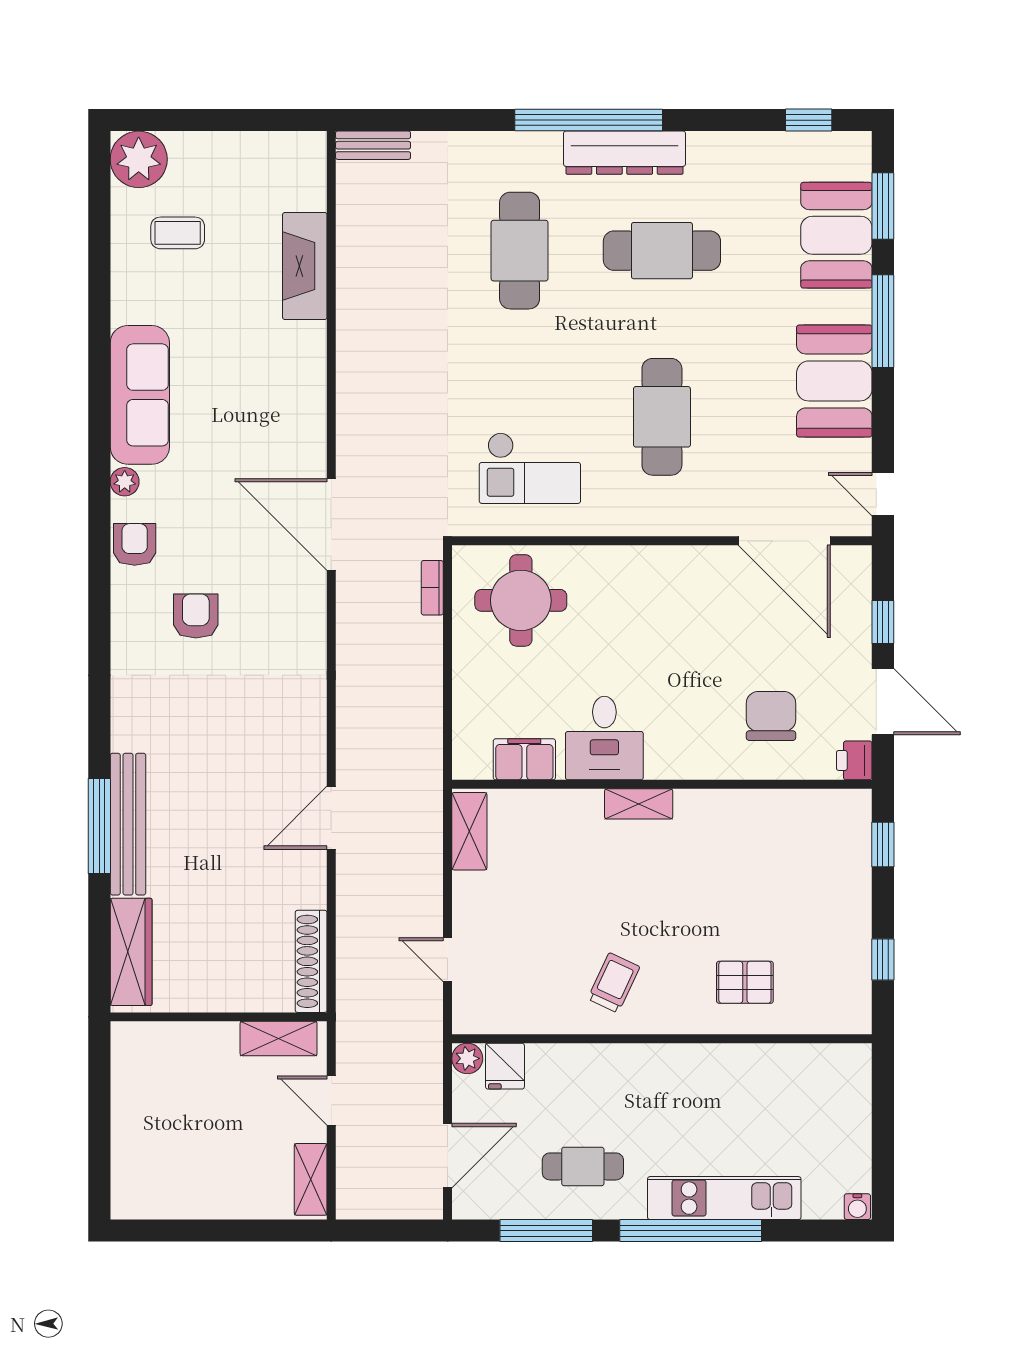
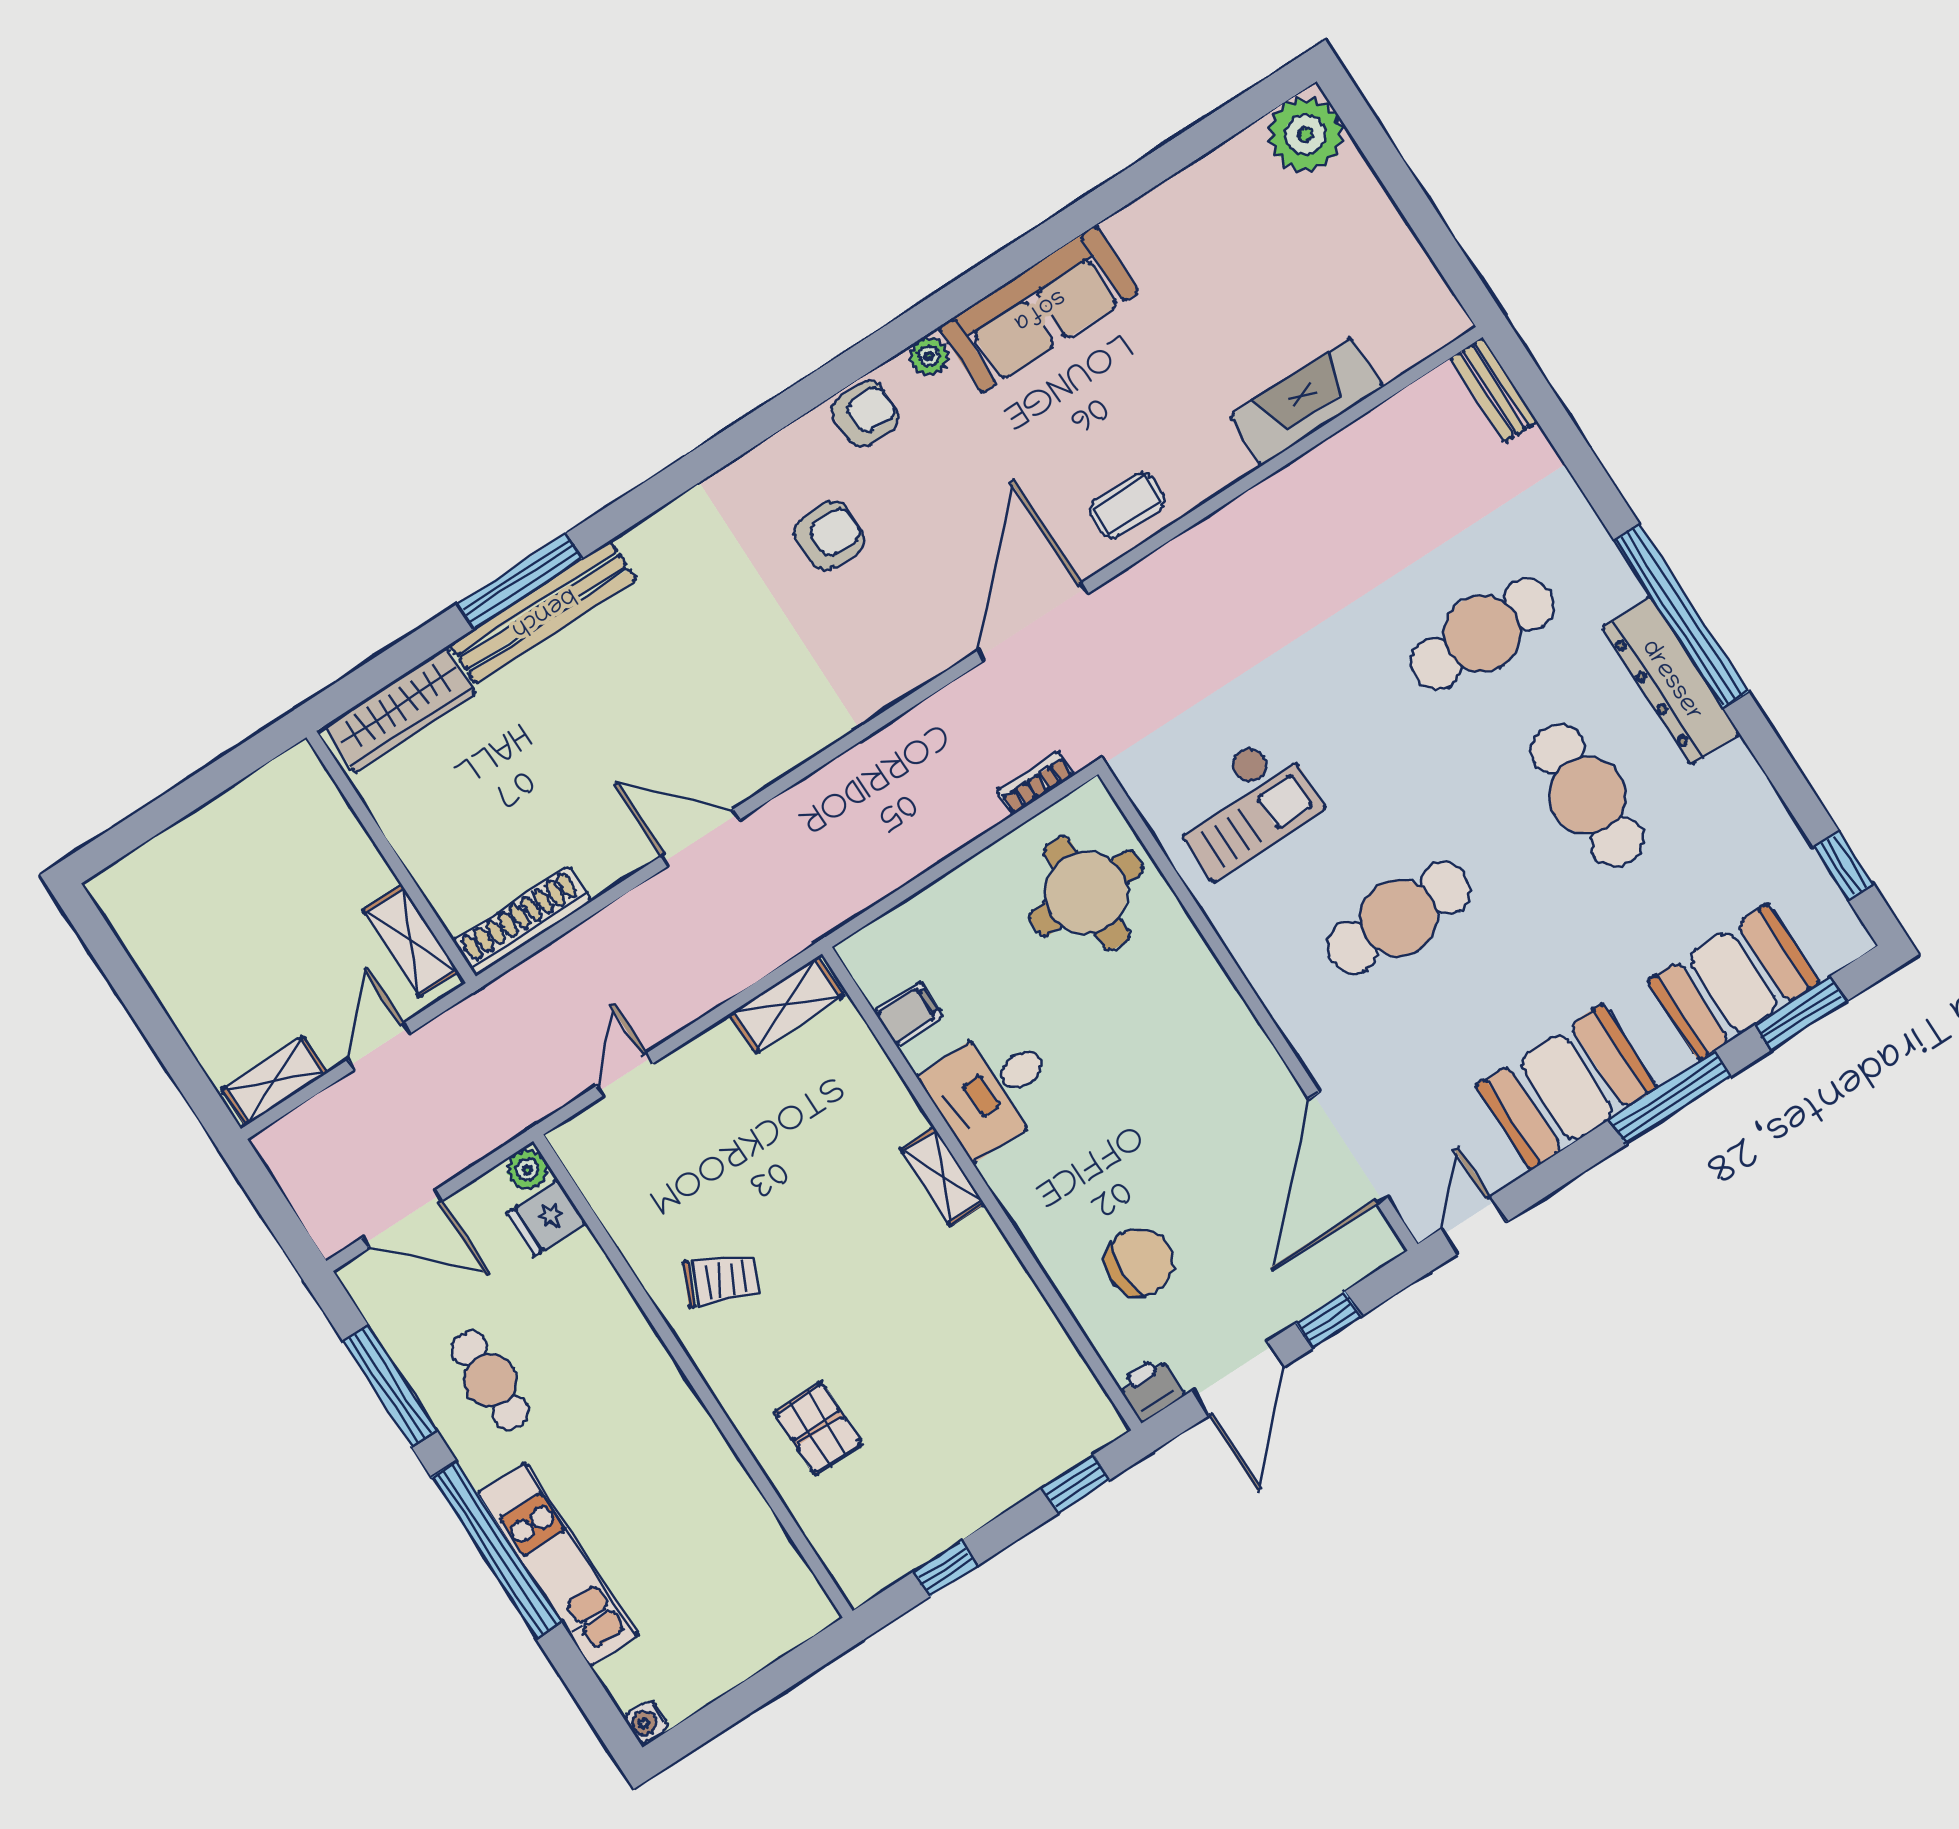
coffee table: (178, 233) -> (1127, 505), moved, turned 90
checkout: (530, 468) -> (1243, 806), turned -90
filing cabinet: (524, 759) -> (909, 1014), width x0.50

